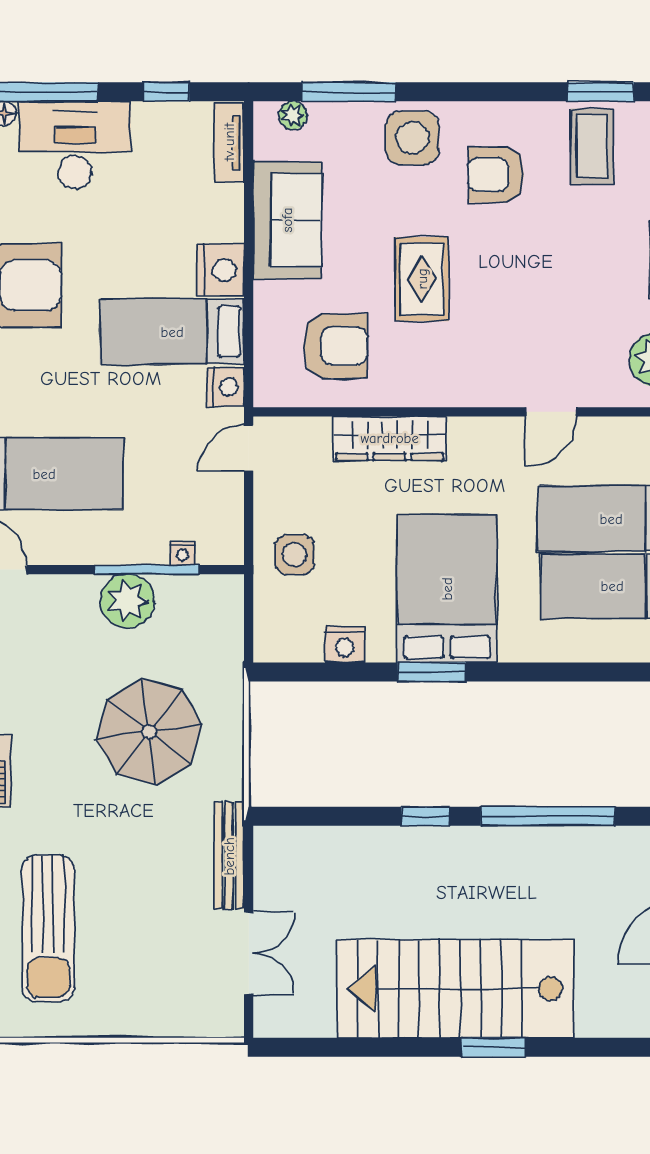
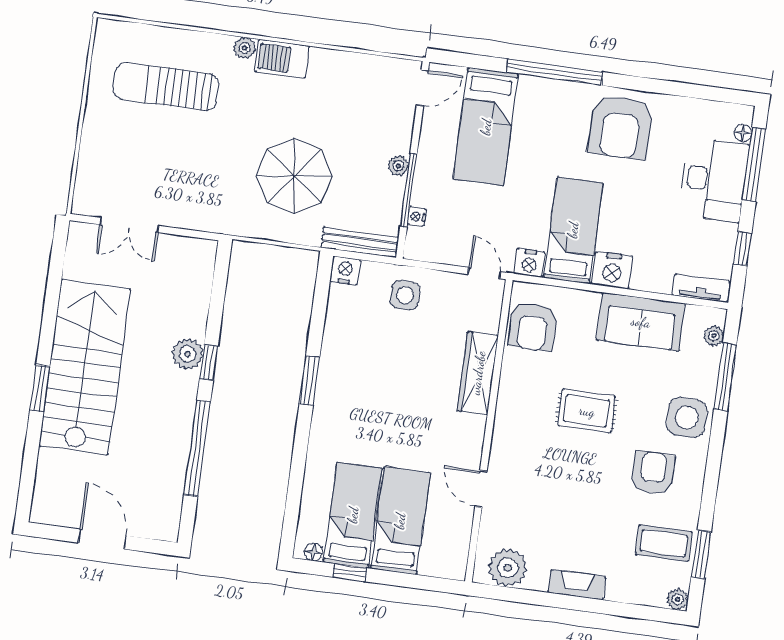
armchair: (335, 346) -> (533, 326), moved
bed: (447, 589) -> (367, 399), removed
plant: (128, 601) -> (398, 166), width x0.53, depth x0.53
nightstand: (345, 645) -> (345, 270), moved, turned 90
plant: (418, 847) -> (188, 354), added
bench: (229, 856) -> (360, 242), moved

